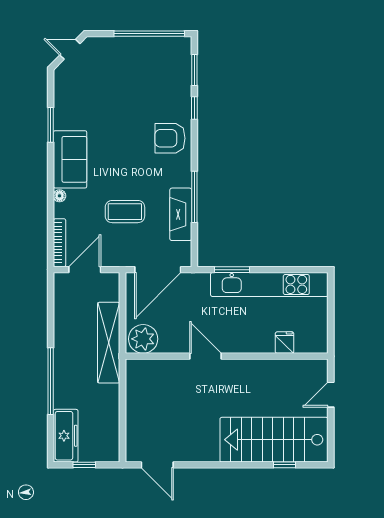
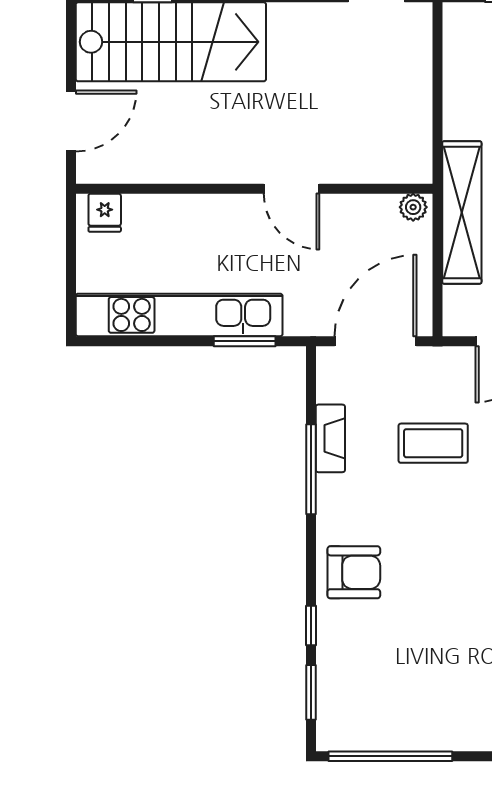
fireplace: (181, 214) -> (330, 438), width x0.73, depth x0.76
plant: (143, 339) -> (413, 207), width x0.53, depth x0.53
fridge: (285, 343) -> (105, 213), moved
door: (331, 395) -> (71, 121), width x1.38

